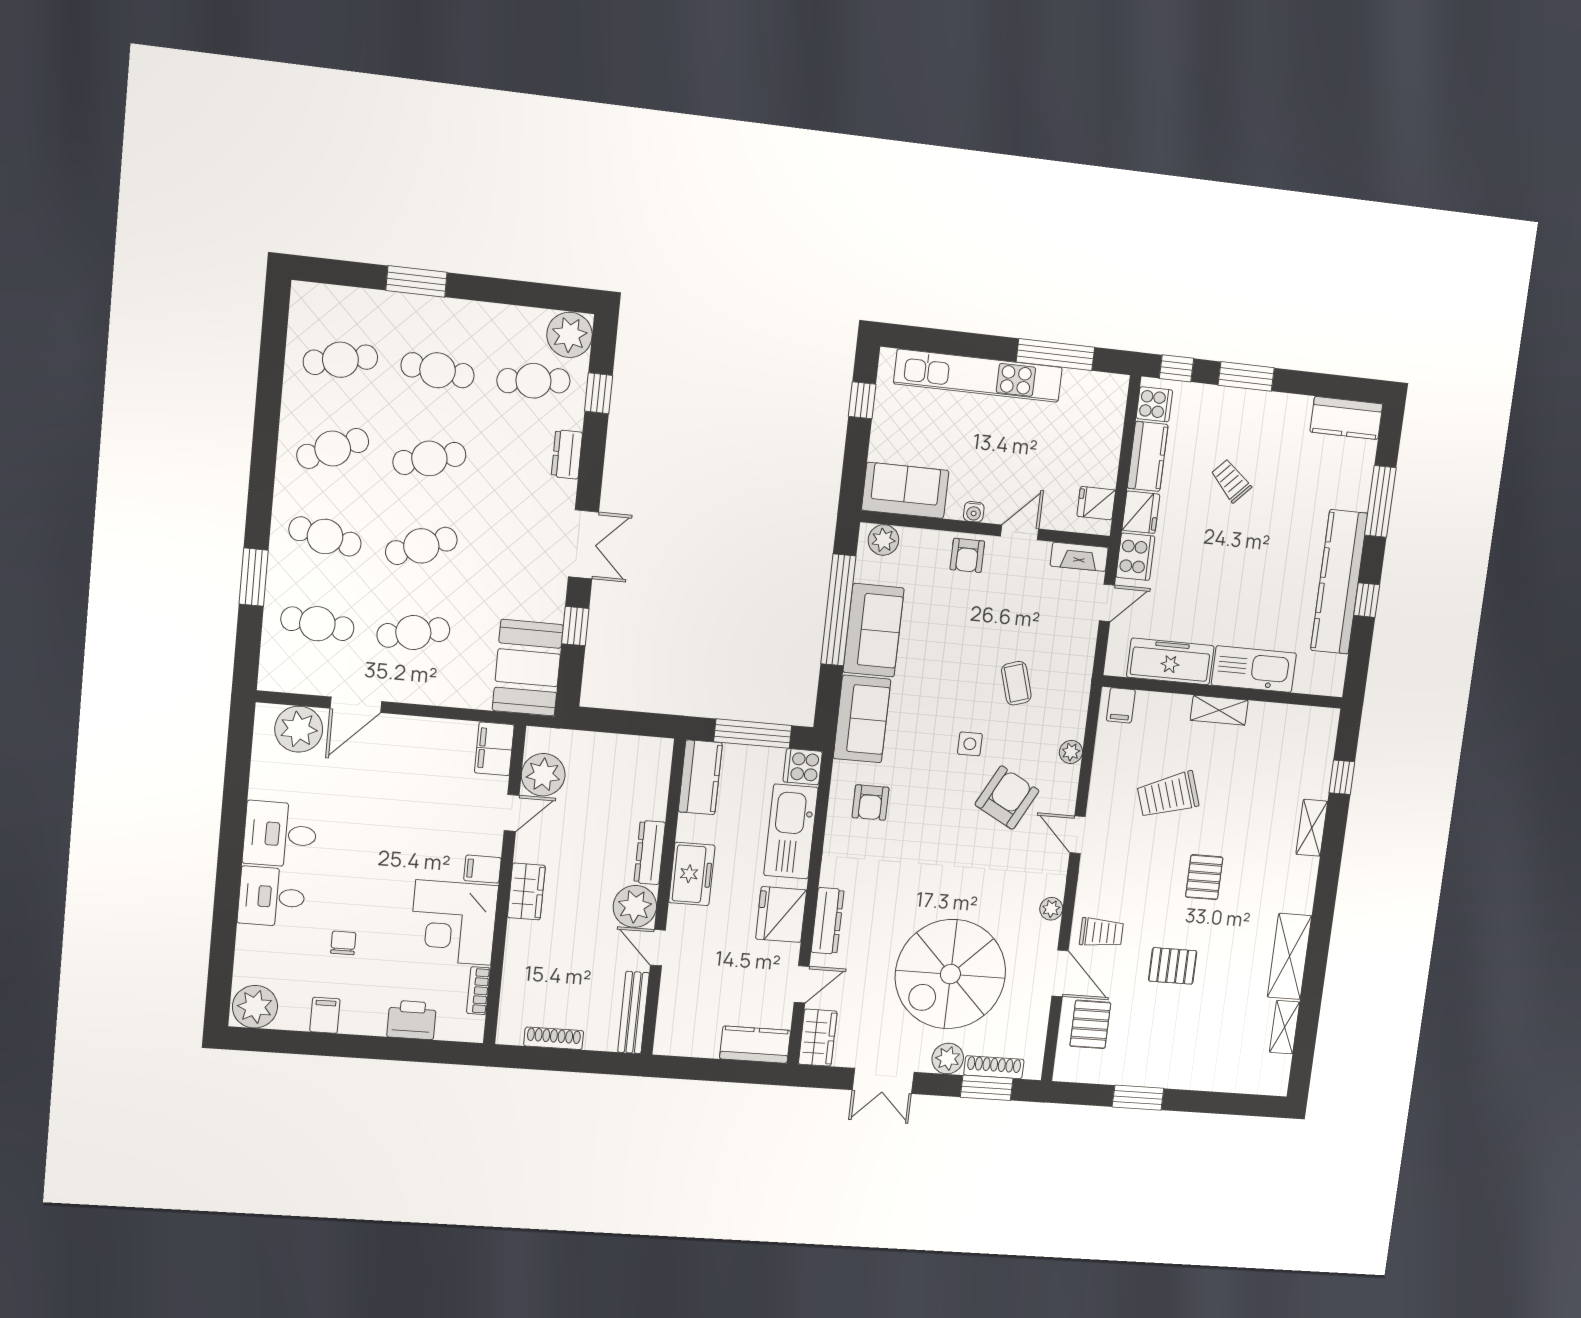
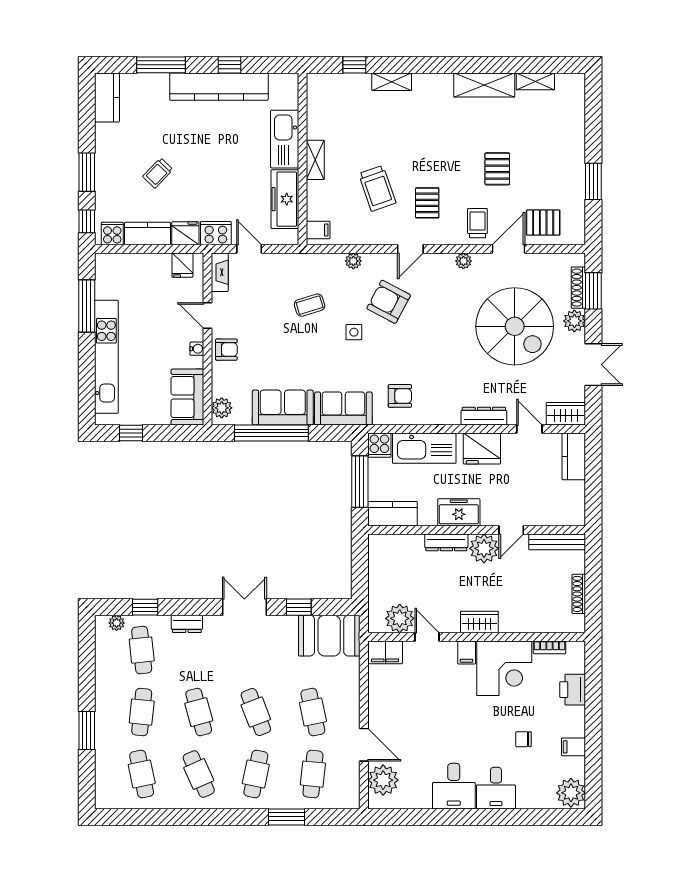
plant: (570, 335) -> (117, 623), width x0.53, depth x0.53
pallet: (1204, 877) -> (427, 203), moved, turned 90

